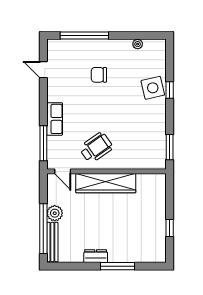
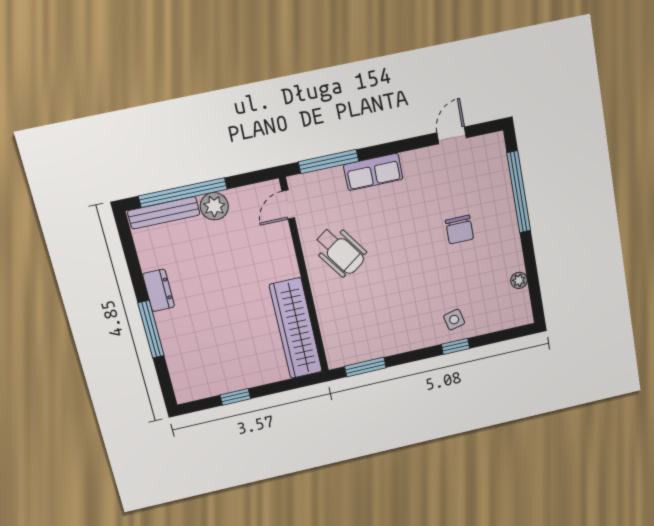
chair: (99, 75) -> (460, 230), turned 180
side table: (153, 88) -> (454, 320), width x0.54, depth x0.54
wardrobe: (106, 183) -> (296, 328), moved

